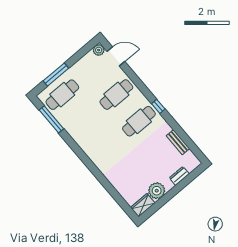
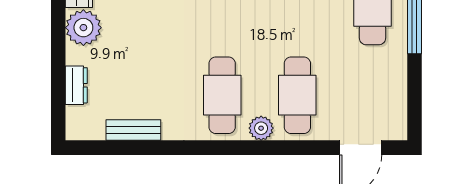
plant: (99, 50) -> (261, 128), moved
window: (158, 106) -> (220, 148), removed

